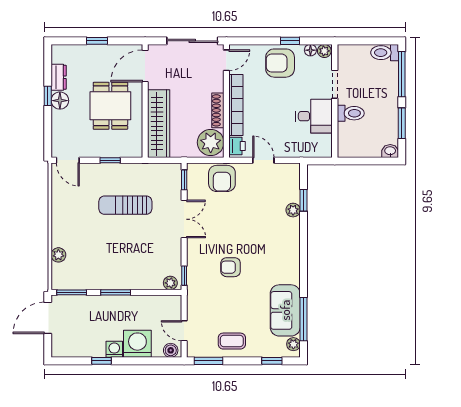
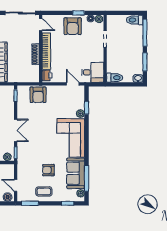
door: (226, 60) -> (41, 25), hinge flipped
armchair: (280, 63) -> (73, 26), turned -90
toilet: (351, 113) -> (115, 78), moved
desk: (314, 116) -> (93, 72), moved
plant: (211, 142) -> (31, 73), removed
door: (263, 160) -> (73, 84), moved
double door: (184, 219) -> (16, 130), moved
corner sofa: (277, 251) -> (71, 138), added
armchair: (231, 267) -> (48, 170), moved

